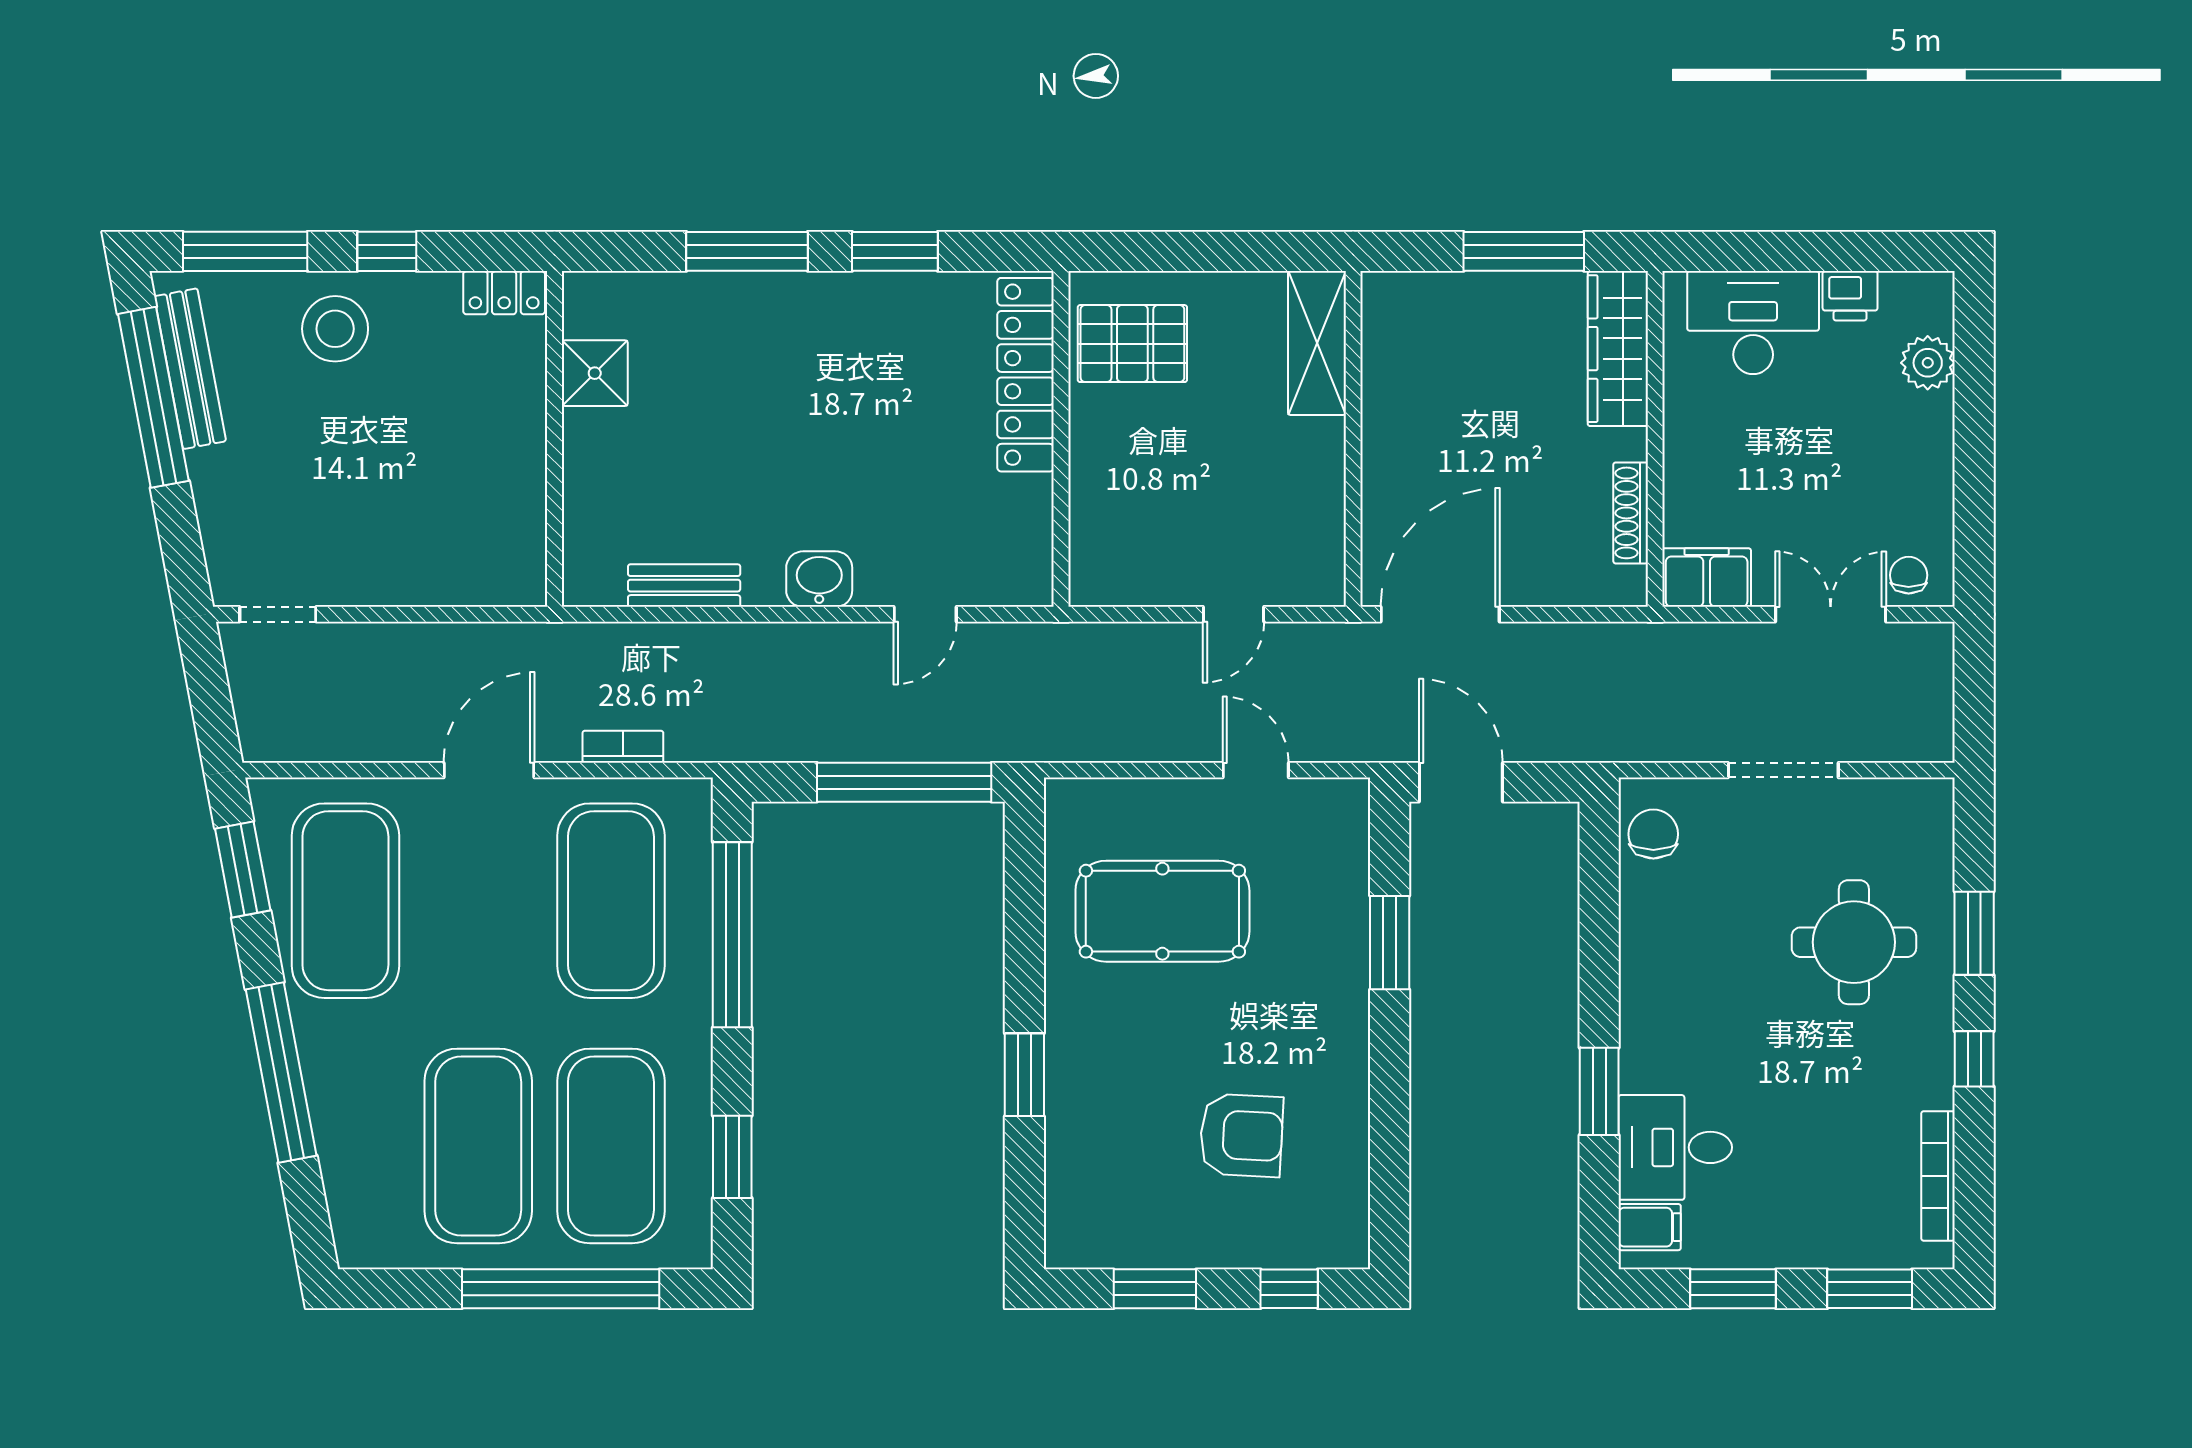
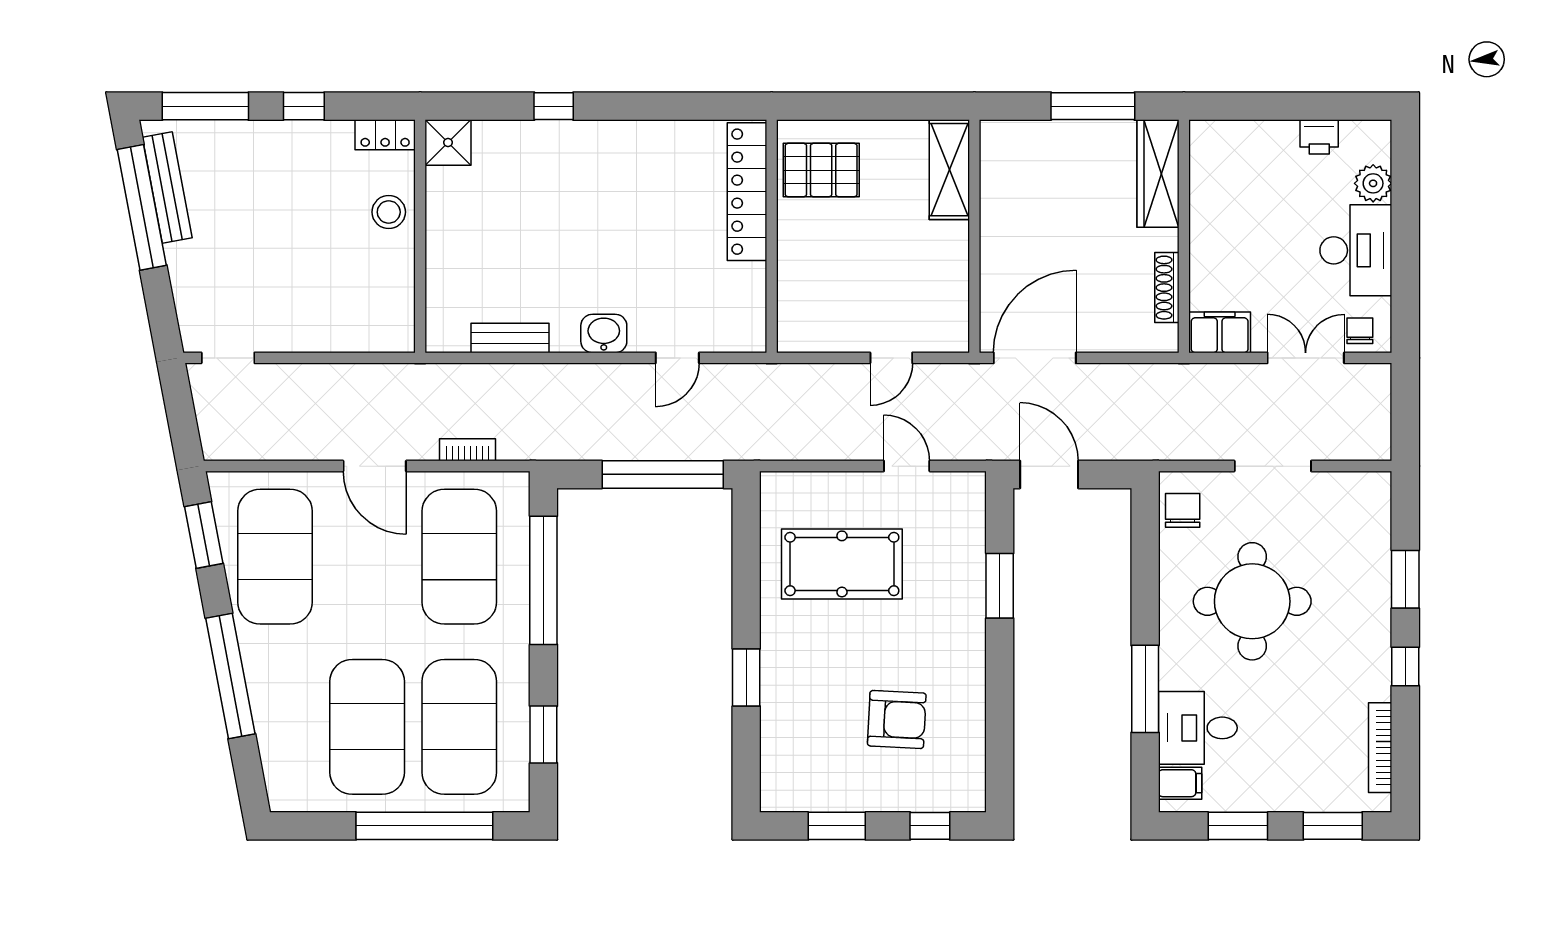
window: (747, 251) -> (554, 106), width x0.46
window: (895, 251) -> (656, 106), removed
desk: (1753, 323) -> (1356, 250), moved, turned 90
stool: (335, 329) -> (389, 212), moved, width x0.73, depth x0.73
shower: (595, 373) -> (448, 142), moved
door: (489, 770) -> (375, 466), swing flipped
round table: (1854, 942) -> (1252, 601), moved, width x1.36, depth x1.36
window: (1599, 1091) -> (1145, 689), width x1.44

